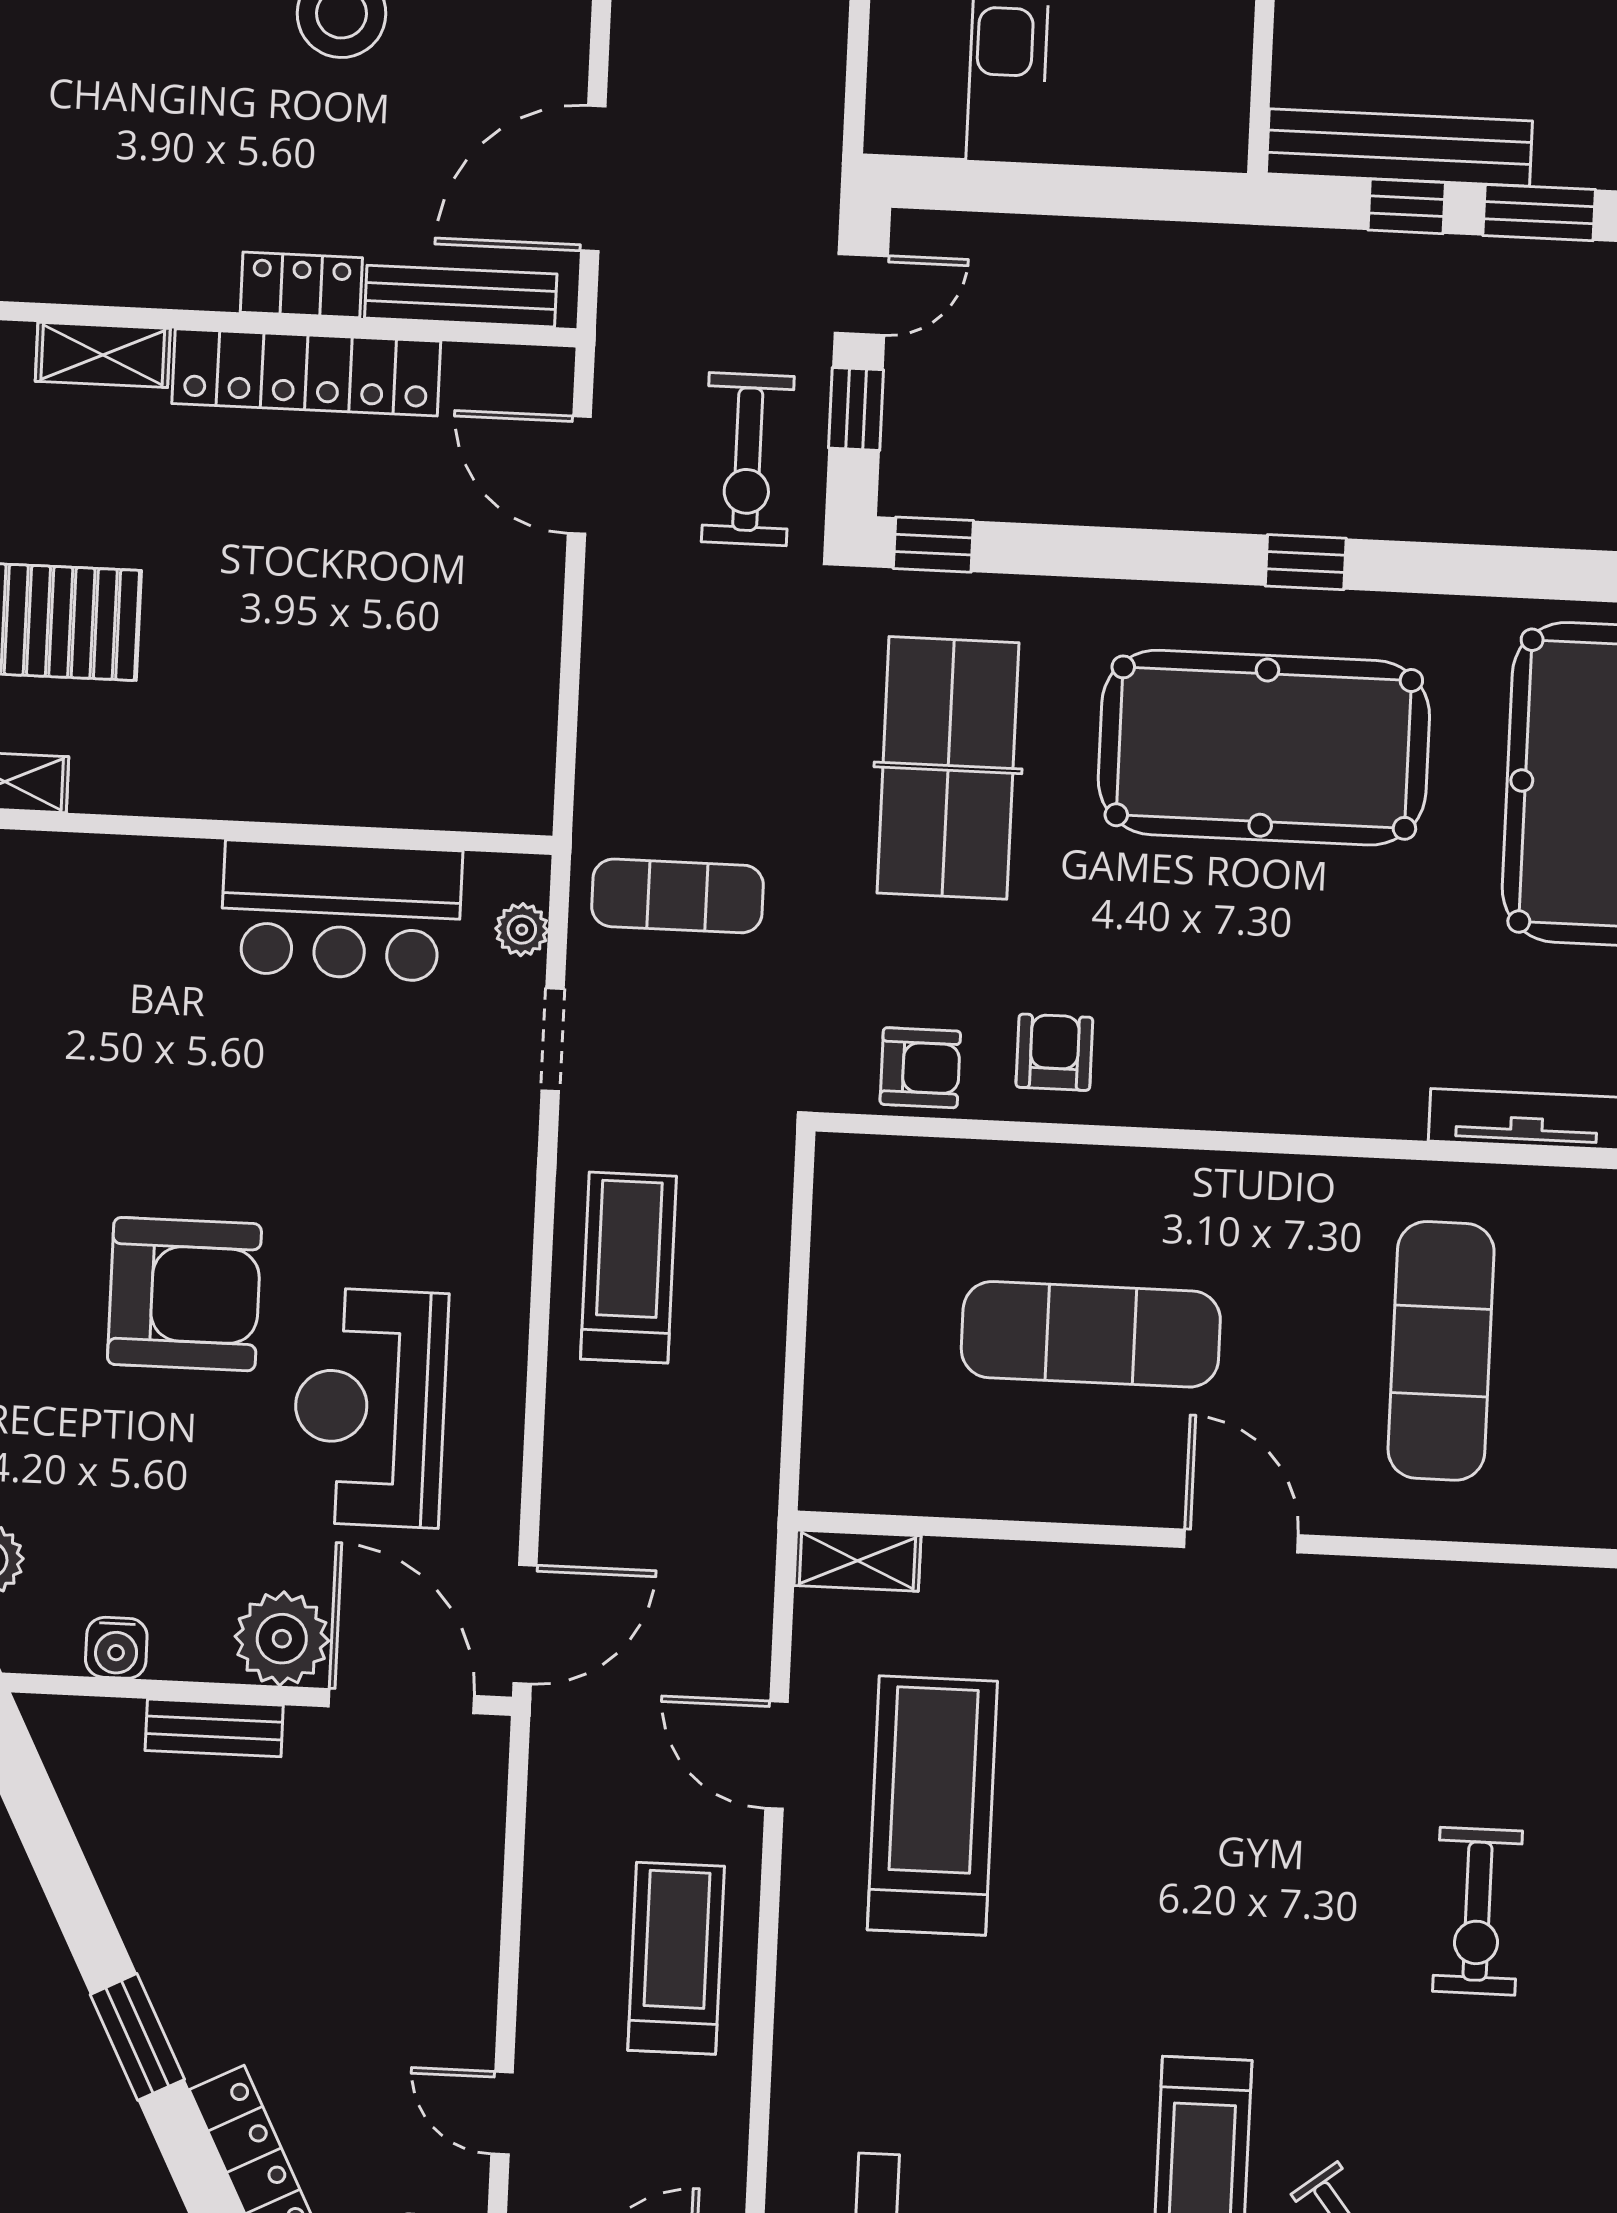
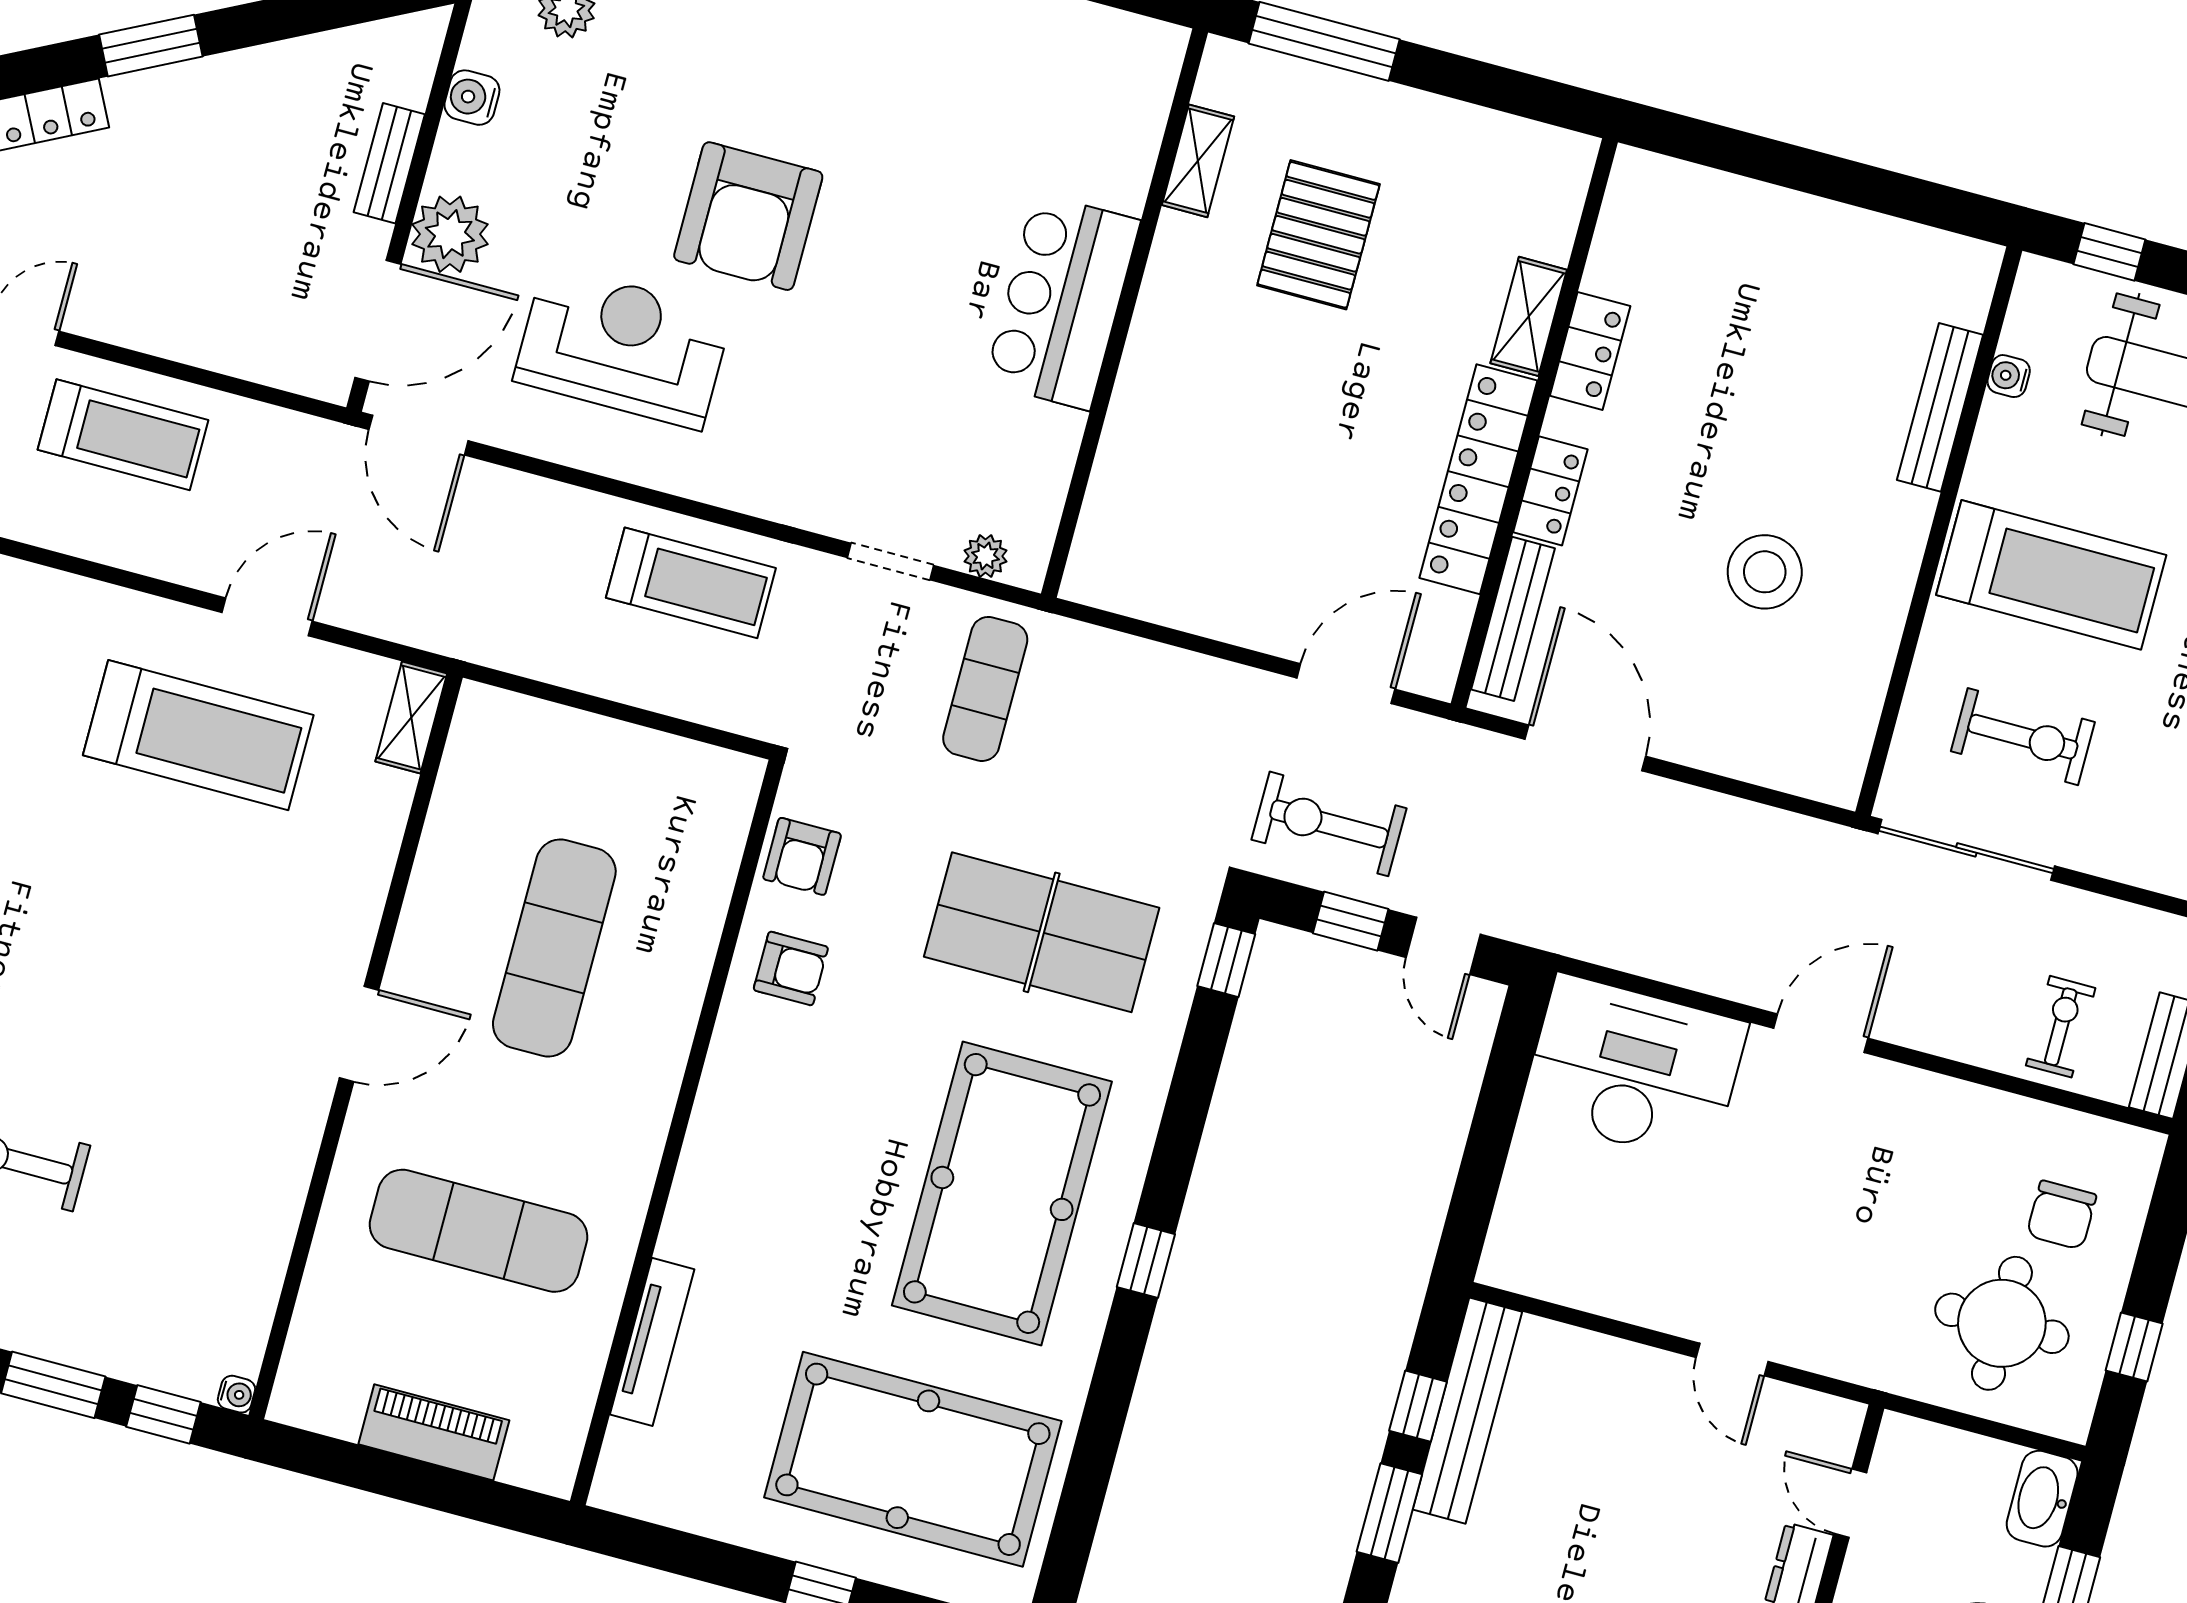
locker: (127, 274) -> (1590, 351), added
bar counter: (341, 911) -> (1062, 302), moved
treadmill: (676, 1958) -> (123, 435), moved

